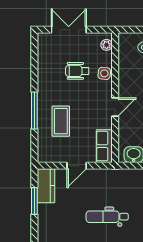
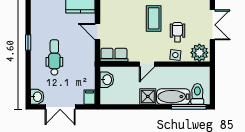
plant: (107, 45) -> (199, 53), width x1.88, depth x1.88
door: (115, 107) -> (147, 64), hinge flipped
coffee table: (61, 121) -> (154, 18), moved, turned 90

